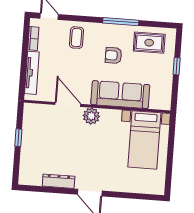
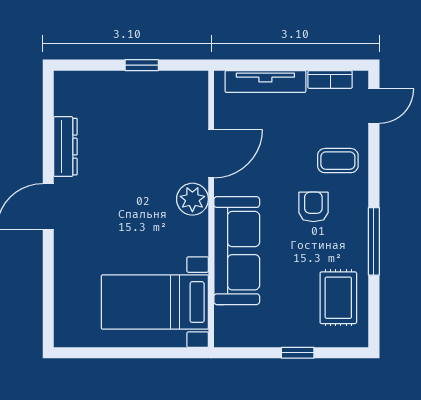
armchair: (113, 55) -> (313, 207), moved

